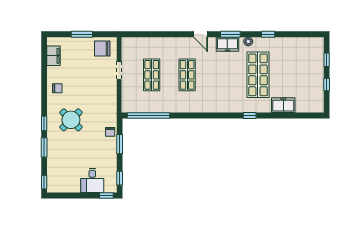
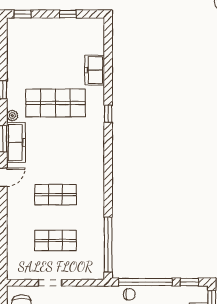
freezer: (227, 44) -> (16, 142), width x1.40
window: (327, 60) -> (22, 14), moved
window: (120, 144) -> (145, 282), width x2.11

